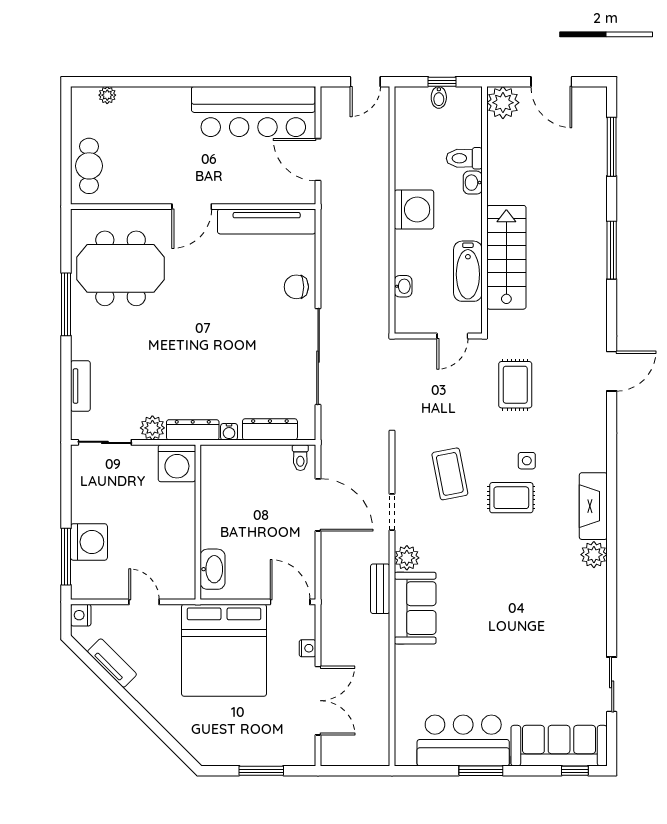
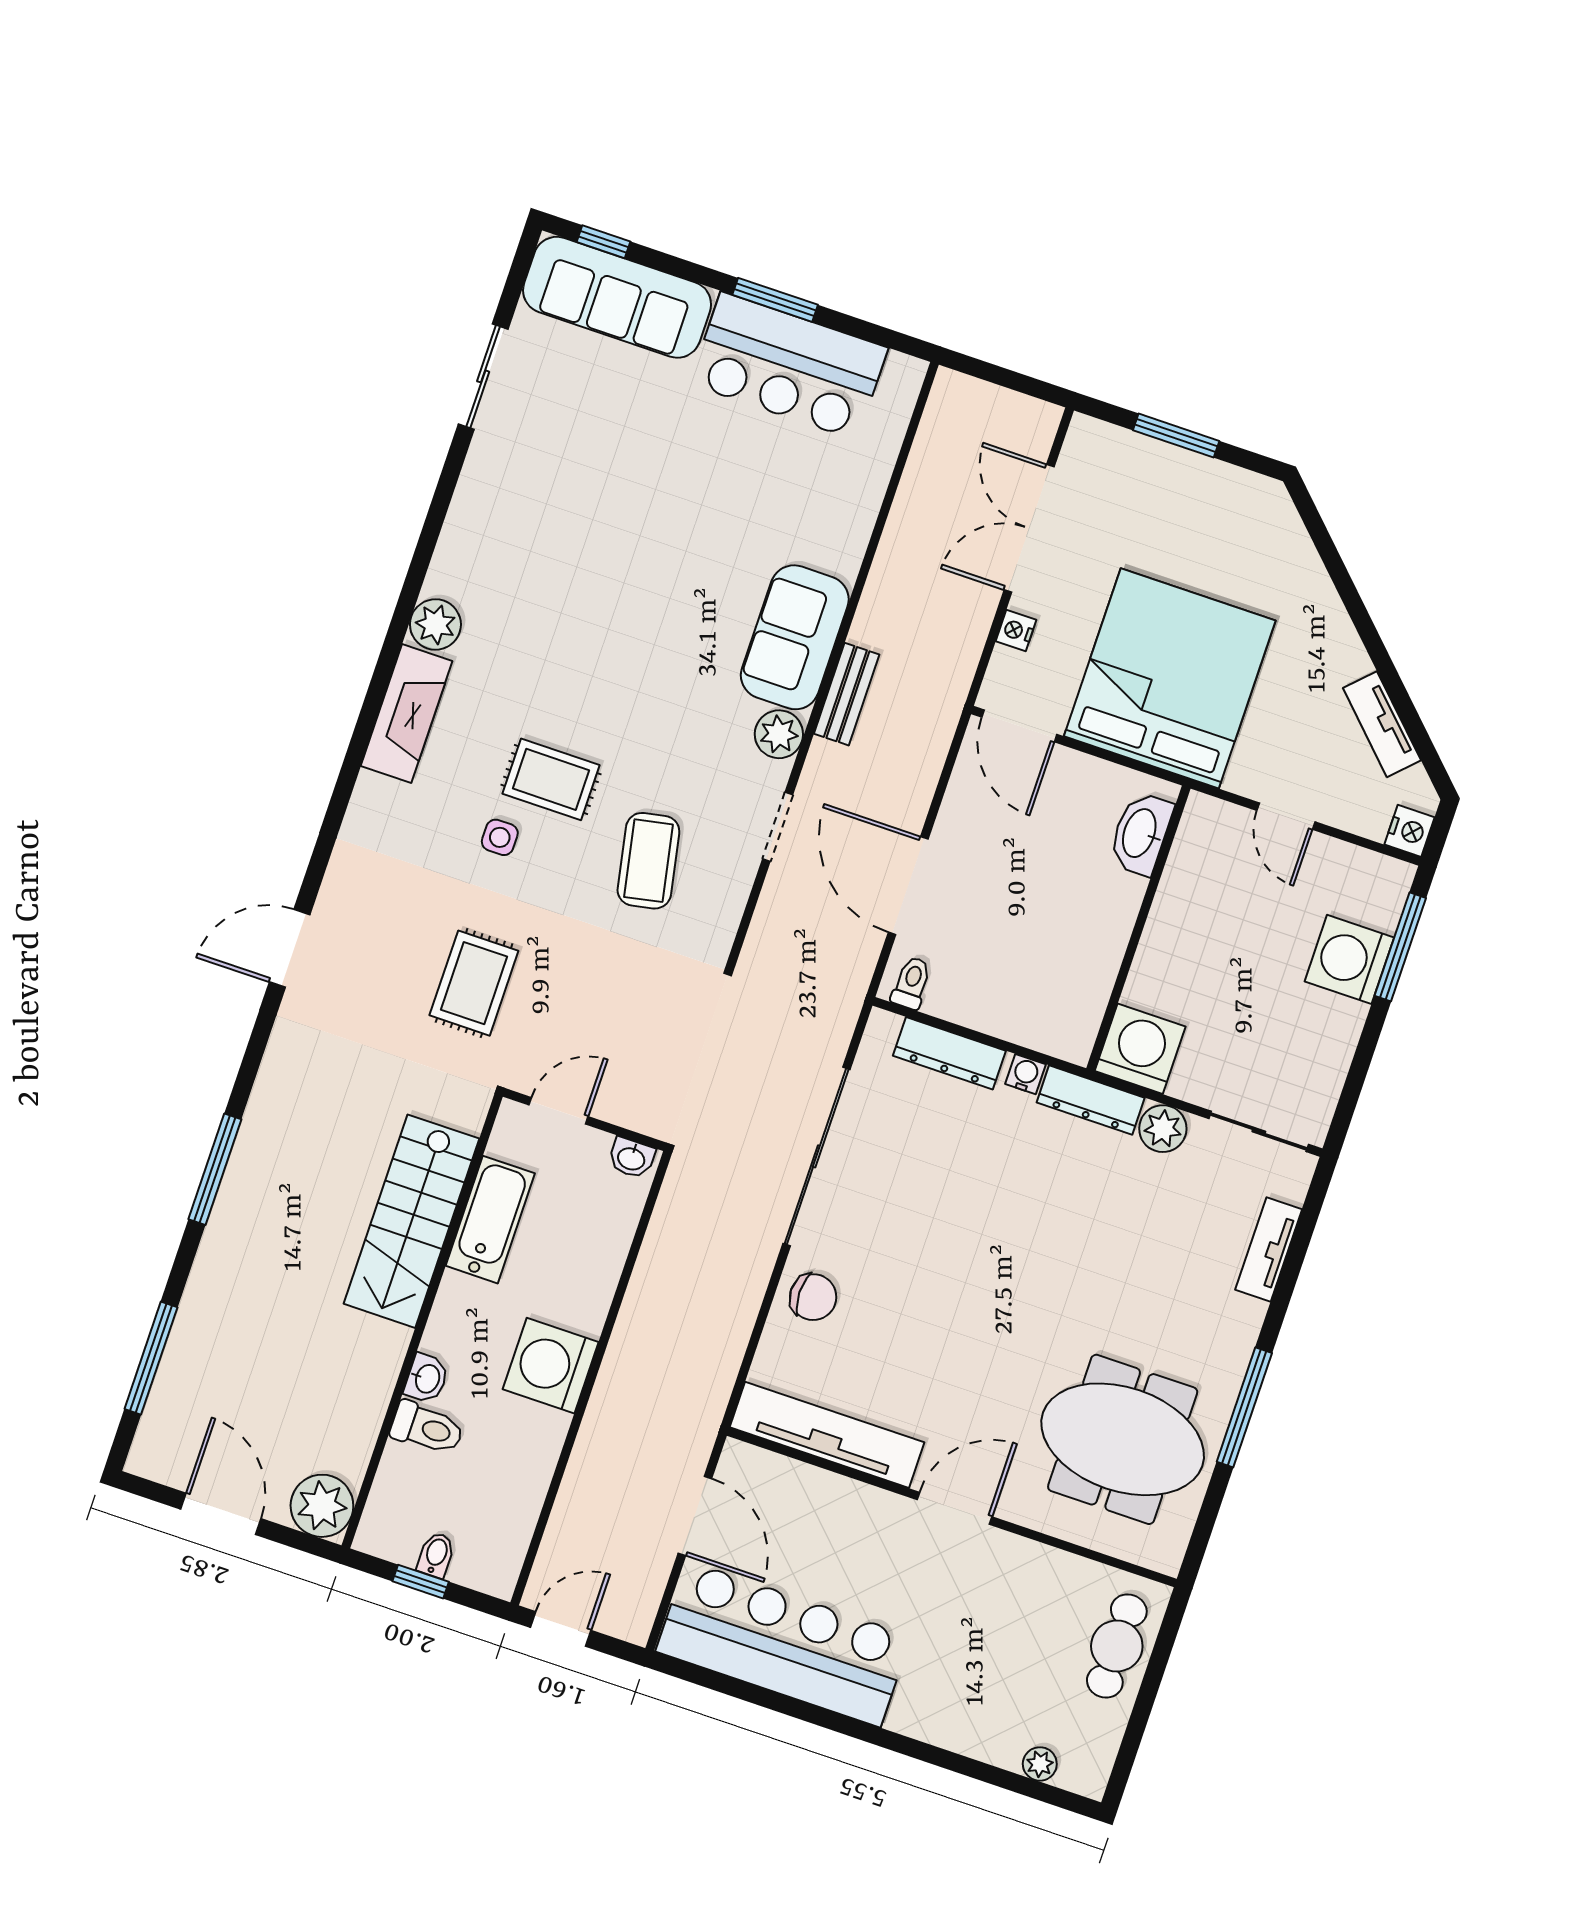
washbasin: (403, 286) -> (631, 1158), moved, turned -90

